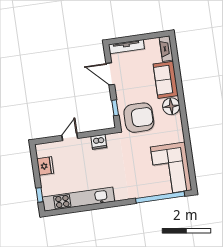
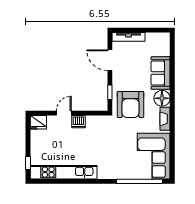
fireplace: (166, 49) -> (165, 119), moved
armchair: (139, 118) -> (130, 104), turned 90
dishwasher: (99, 142) -> (78, 122), moved
fridge: (45, 166) -> (38, 122), moved, turned 90

